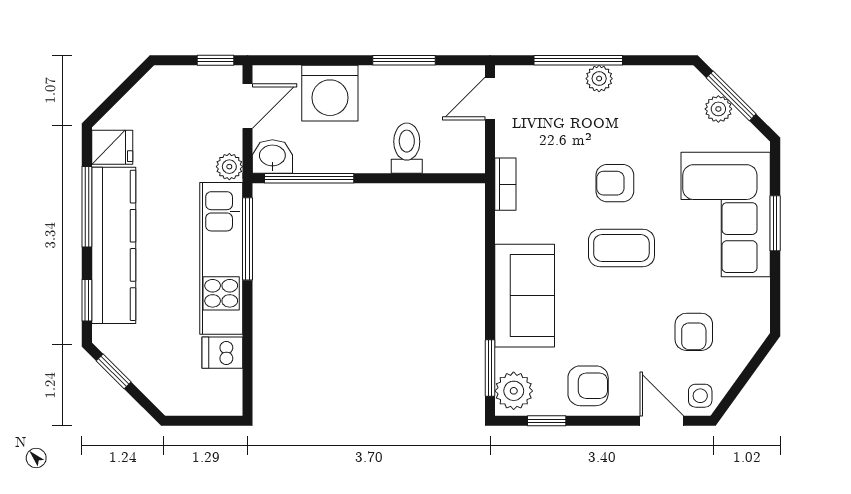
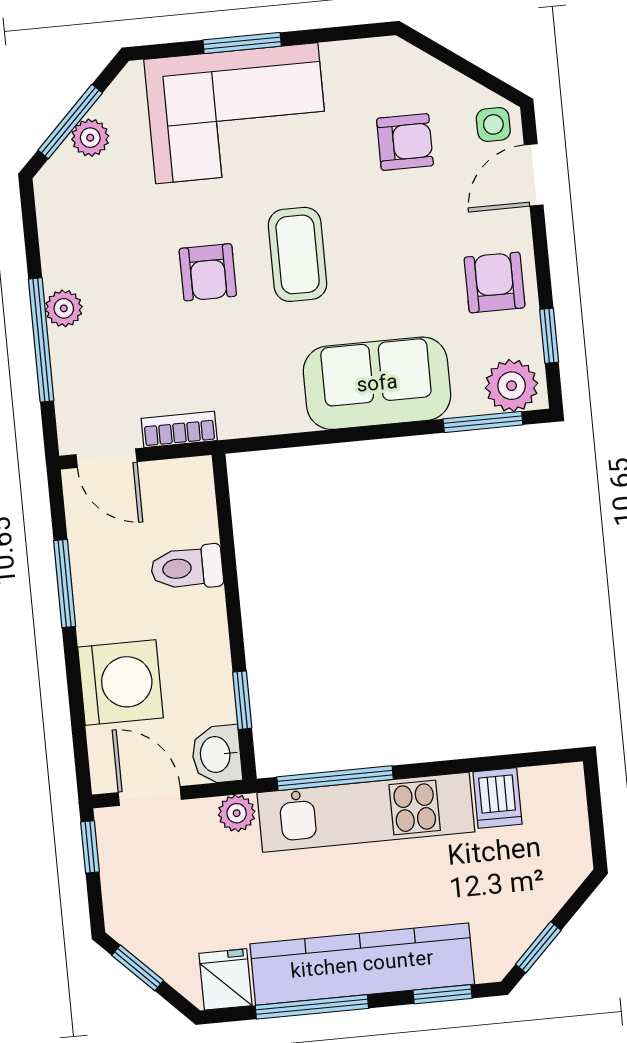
window: (126, 86) -> (138, 968), added
window: (309, 178) -> (242, 700), width x0.46
bookcase: (505, 184) -> (179, 429), moved

